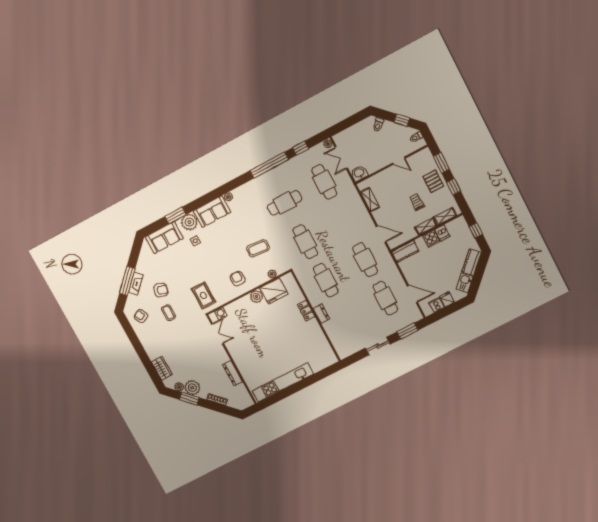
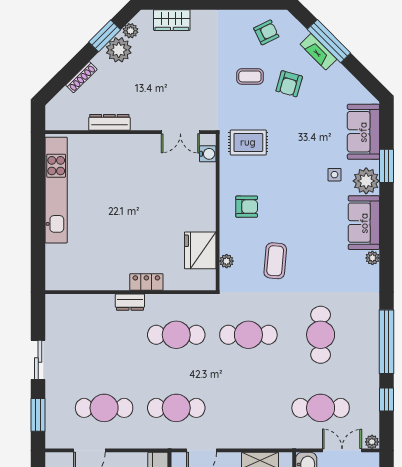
plant: (256, 297) -> (206, 220), removed

